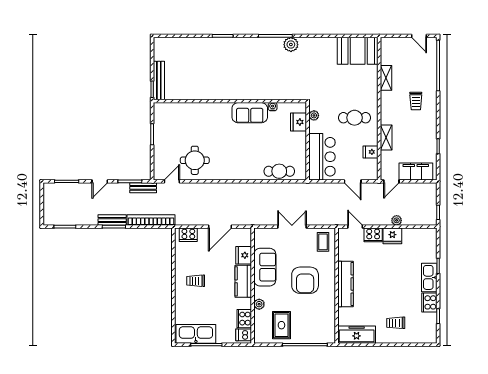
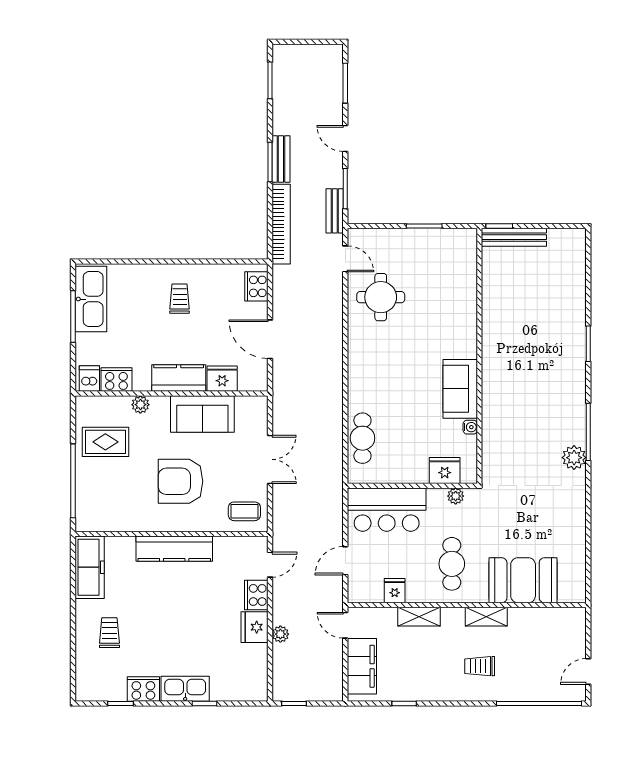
booth: (358, 51) -> (523, 580), moved, turned 90
shelving: (386, 78) -> (486, 617), moved

